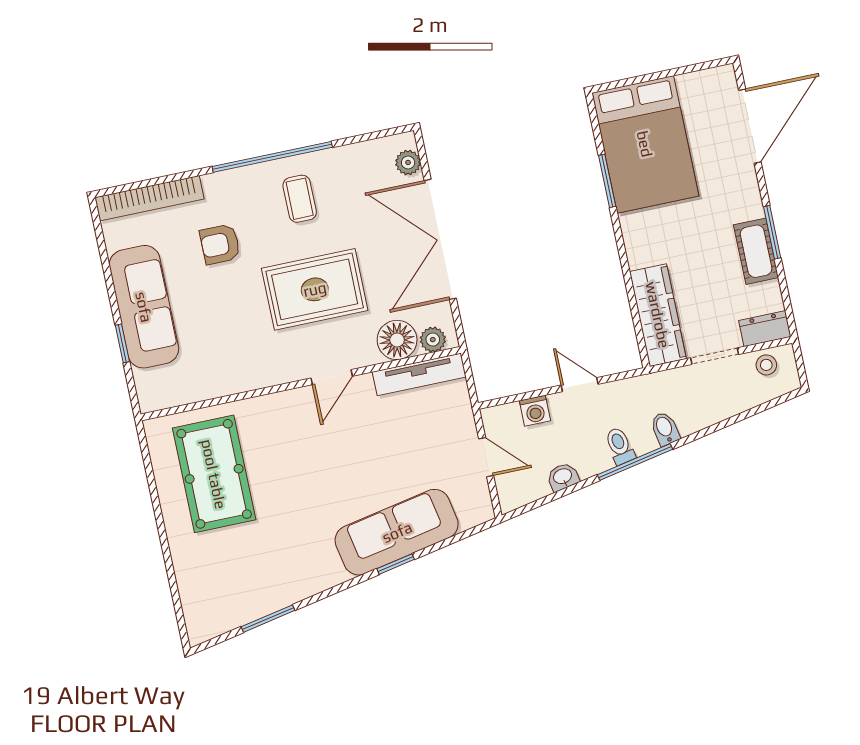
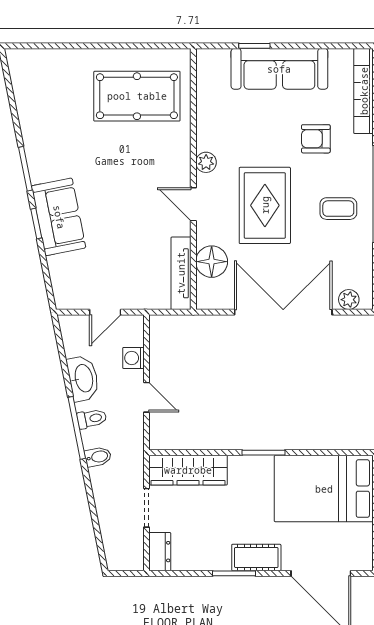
window: (607, 181) -> (264, 453), moved
armchair: (220, 244) -> (316, 139), turned -90
cot: (756, 251) -> (256, 558), moved
plant: (433, 340) -> (206, 162), moved
stool: (766, 365) -> (131, 547), removed
door: (580, 385) -> (146, 397), hinge flipped
washbasin: (563, 477) -> (83, 378), width x1.91, depth x1.45
sofa: (397, 532) -> (59, 217), width x0.73
window: (268, 619) -> (25, 169), moved

